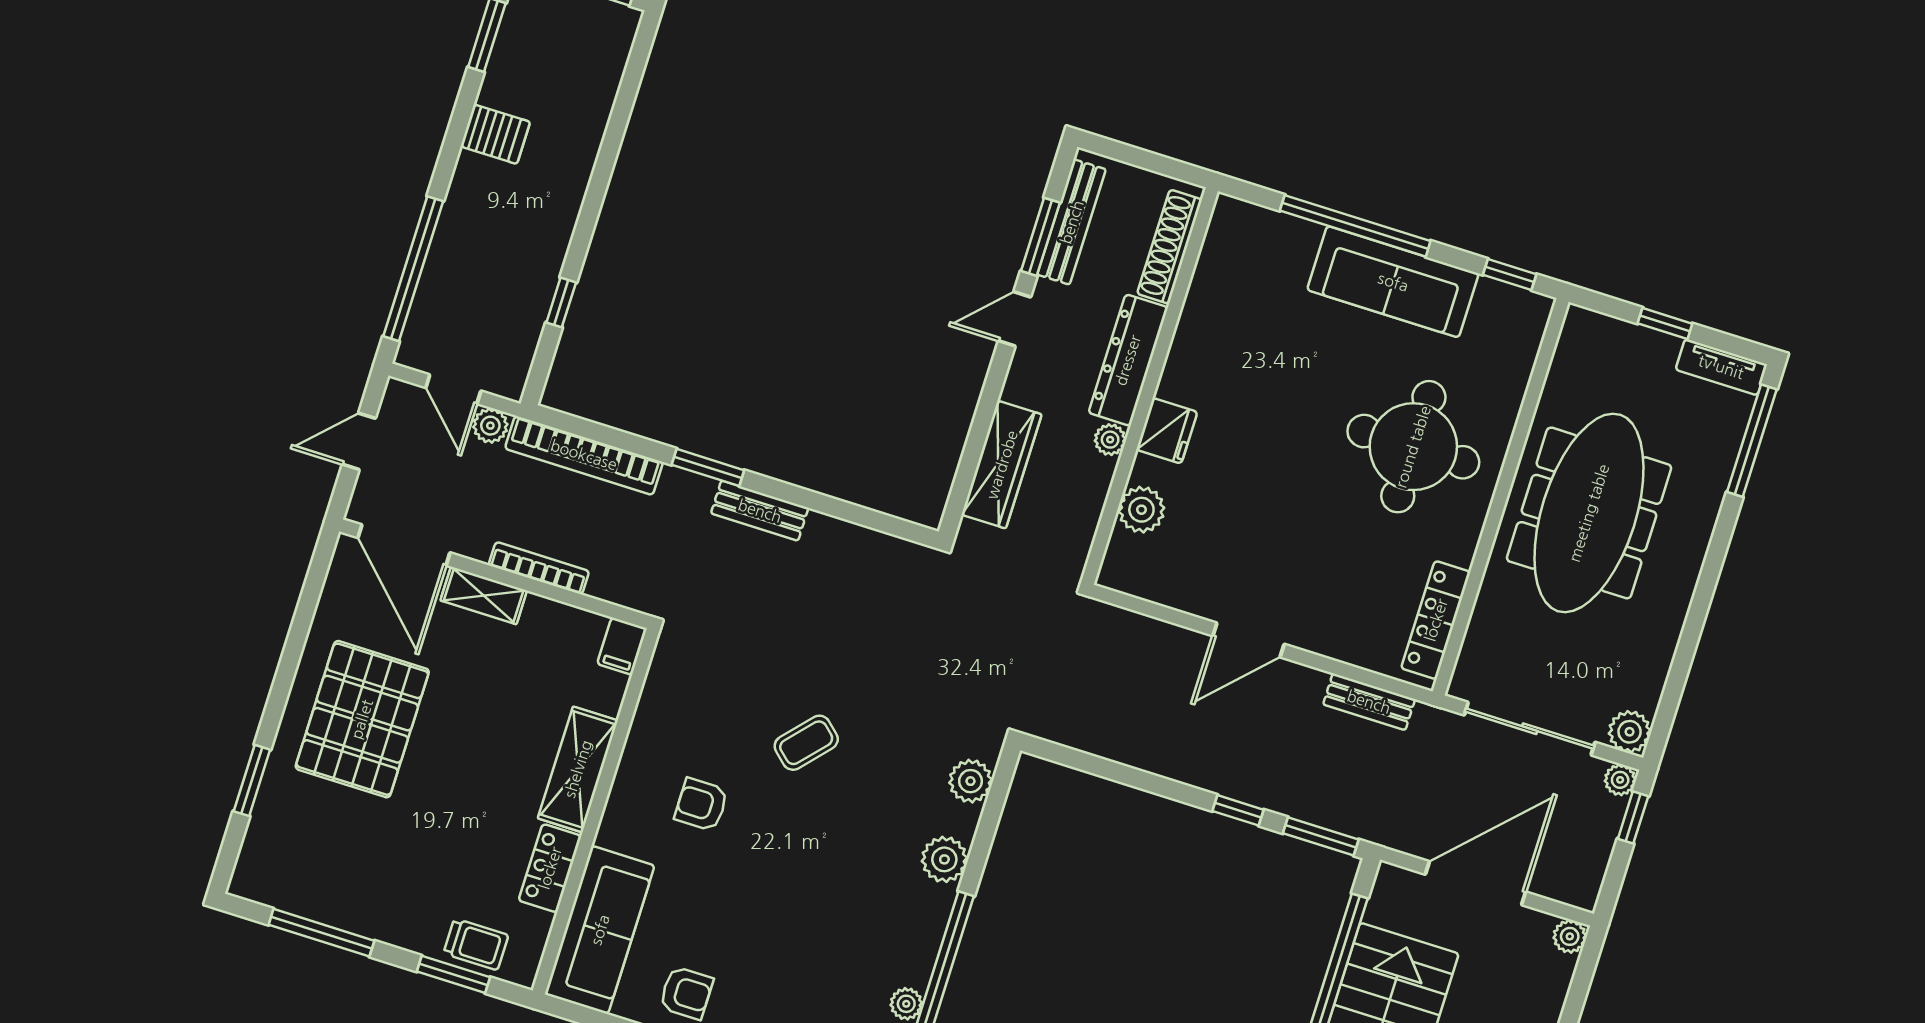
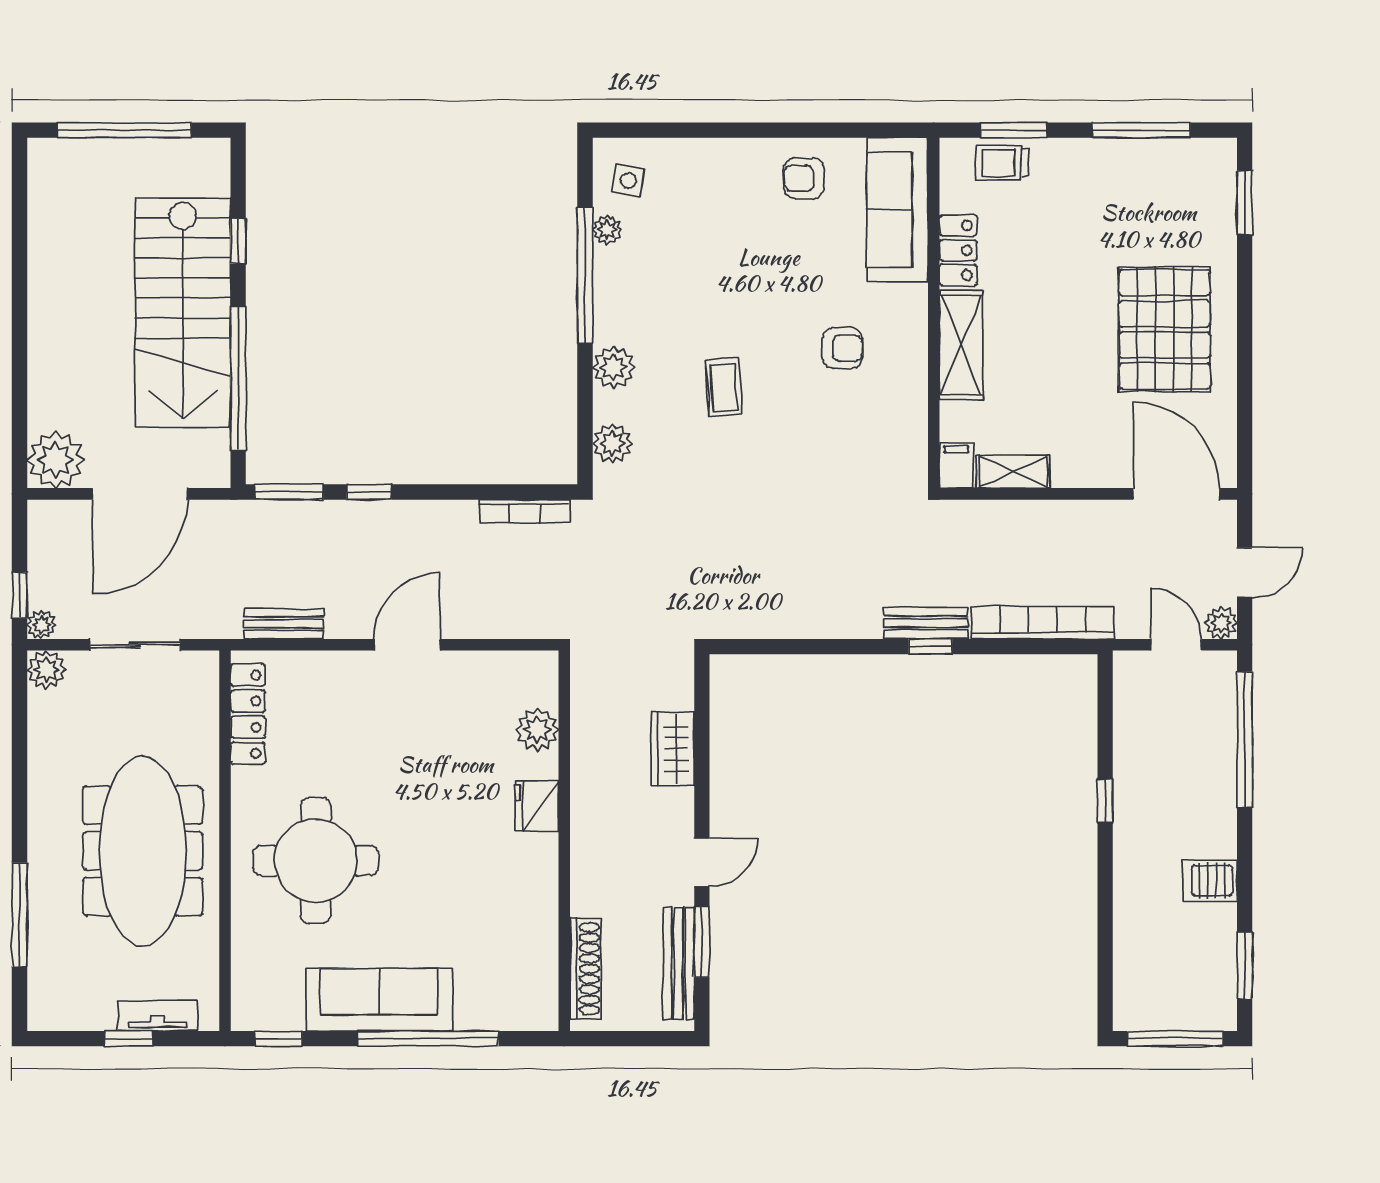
window: (561, 302) -> (1105, 801), moved
dresser: (1128, 360) -> (590, 858), removed
tv unit: (1721, 367) -> (158, 1016), moved
plant: (490, 426) -> (1221, 623), moved
plant: (1110, 440) -> (584, 783), removed
window: (1752, 441) -> (20, 915), moved
wardrobe: (1002, 465) -> (673, 749), width x0.67
window: (708, 467) -> (930, 647), width x0.67
bench: (760, 511) -> (926, 623), moved
bookcase: (539, 568) -> (525, 511), moved
shelving: (484, 595) -> (1013, 472), moved
sliding door: (1530, 729) -> (135, 645), width x0.73
coffee table: (806, 743) -> (724, 387), moved, turned -46
window: (252, 780) -> (1245, 203), moved
plant: (1570, 936) -> (56, 460), width x1.88, depth x1.88

